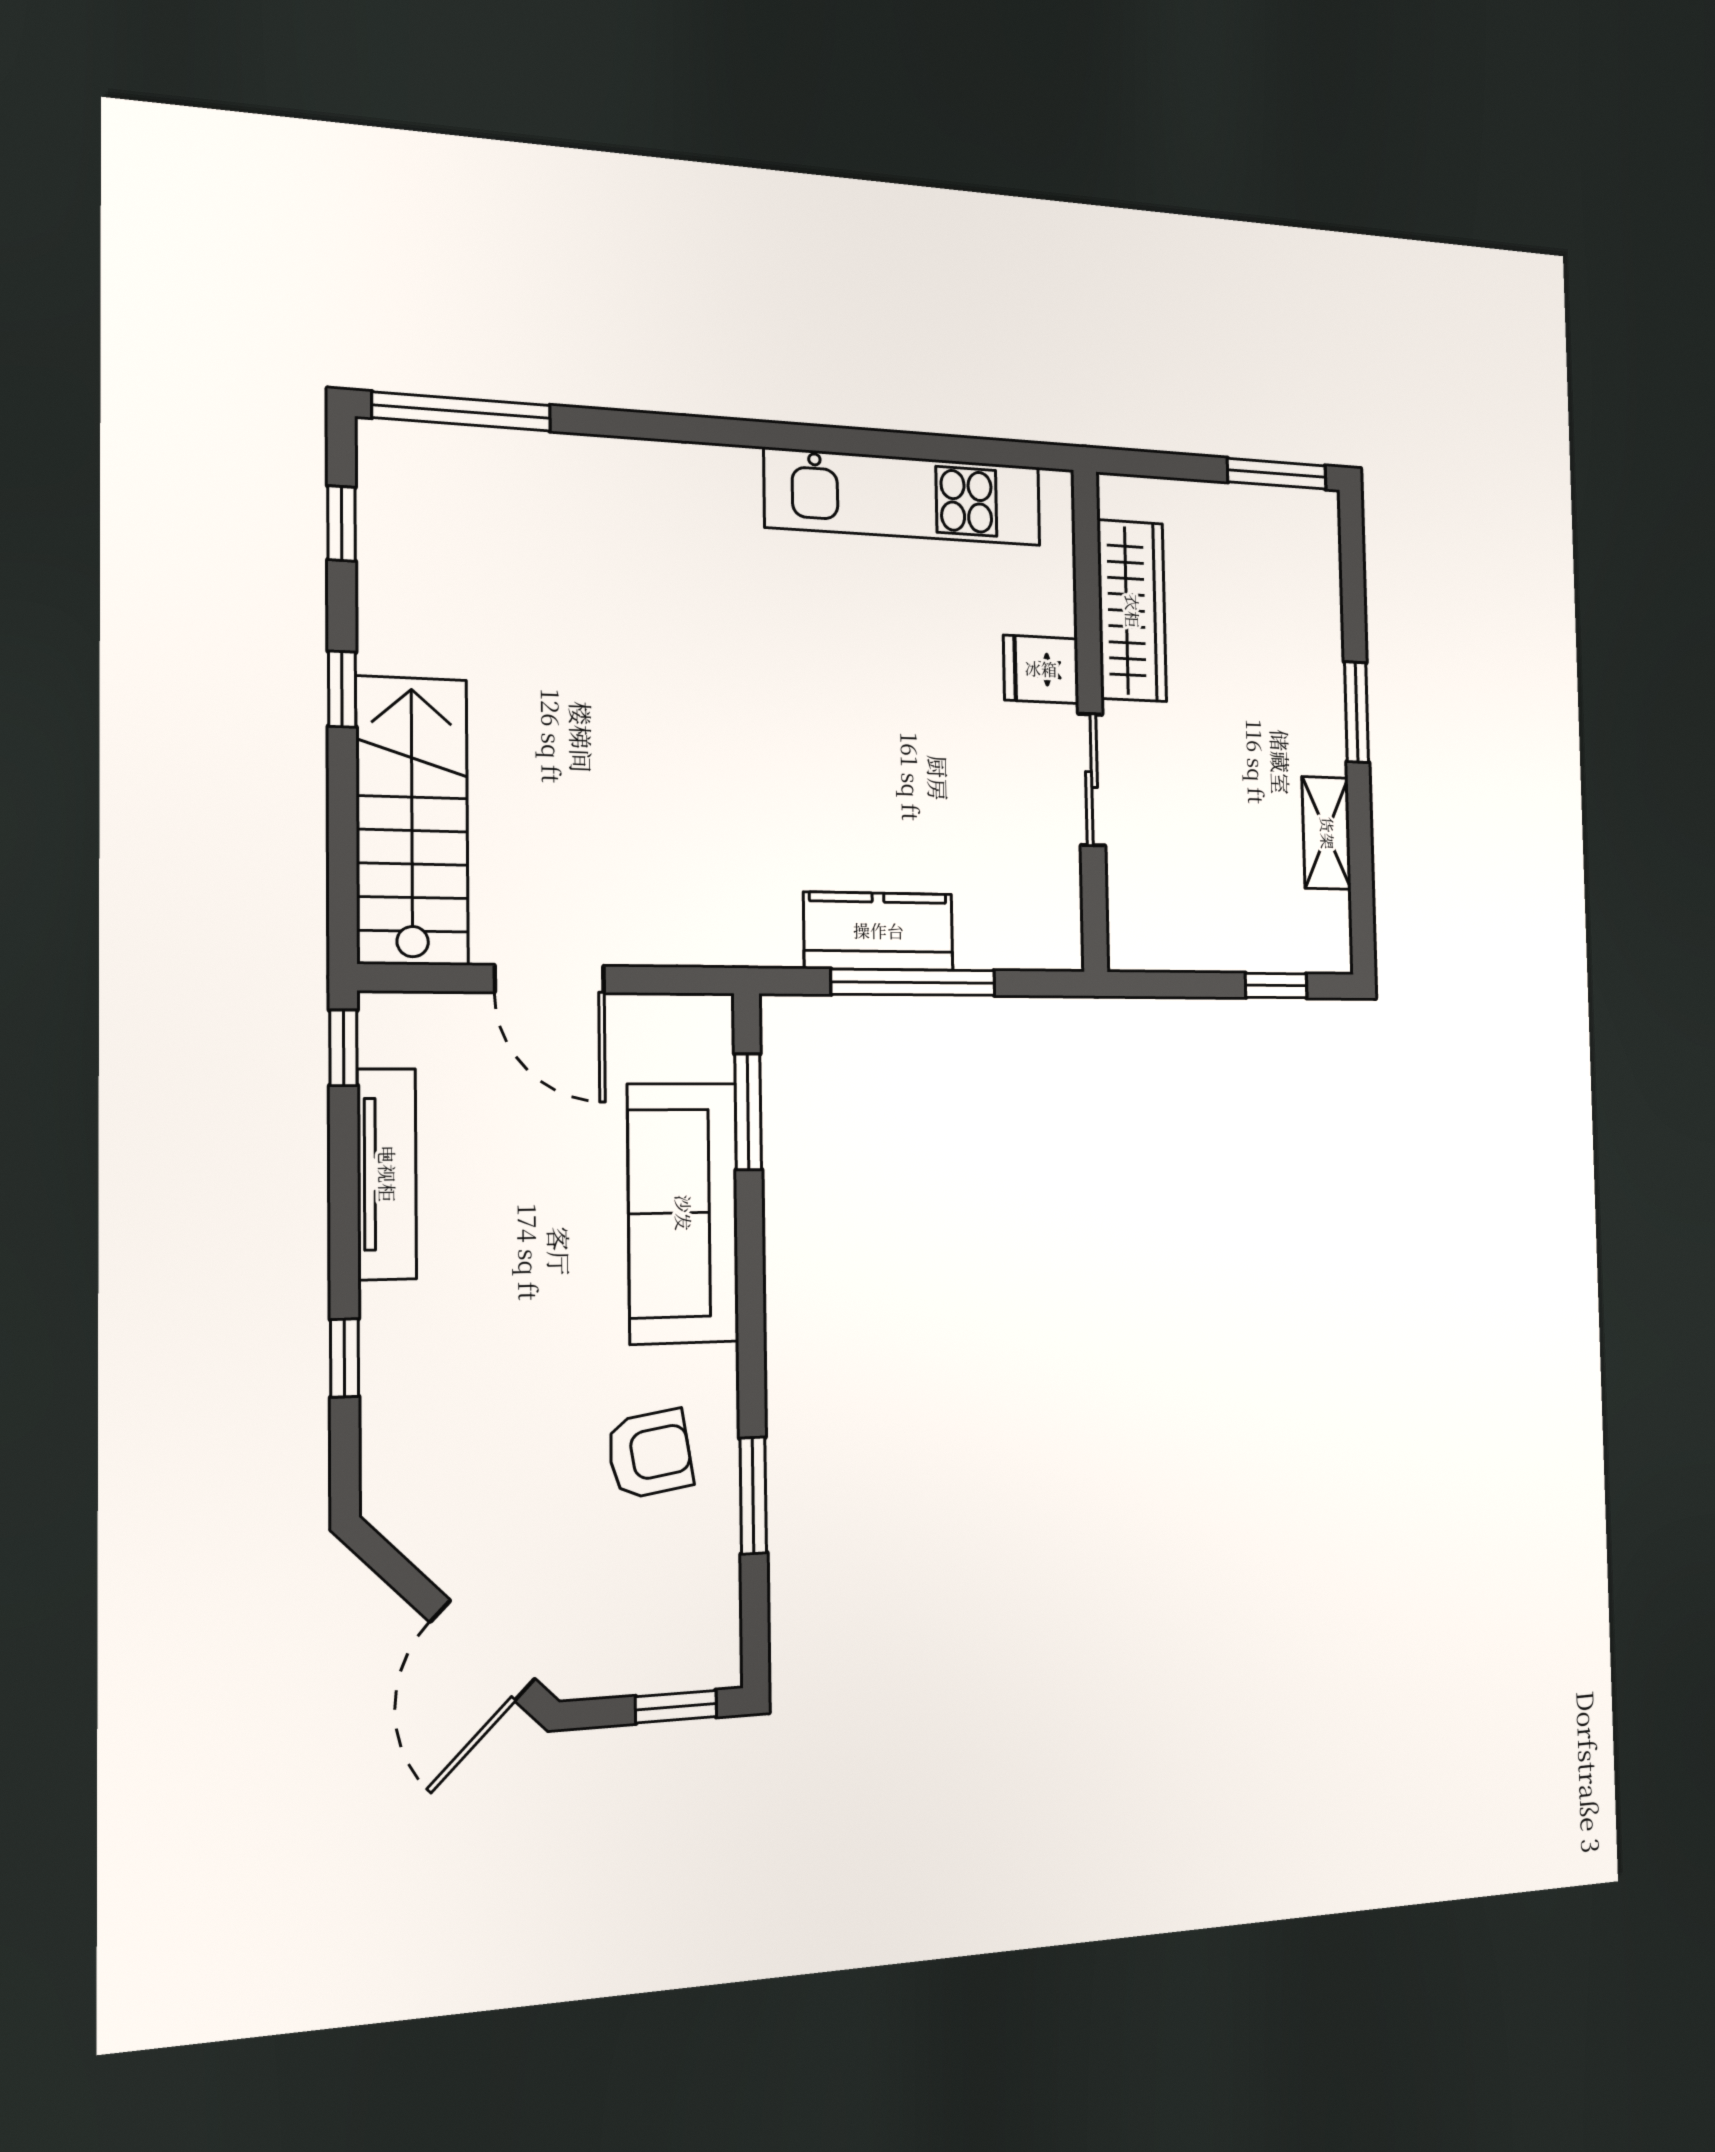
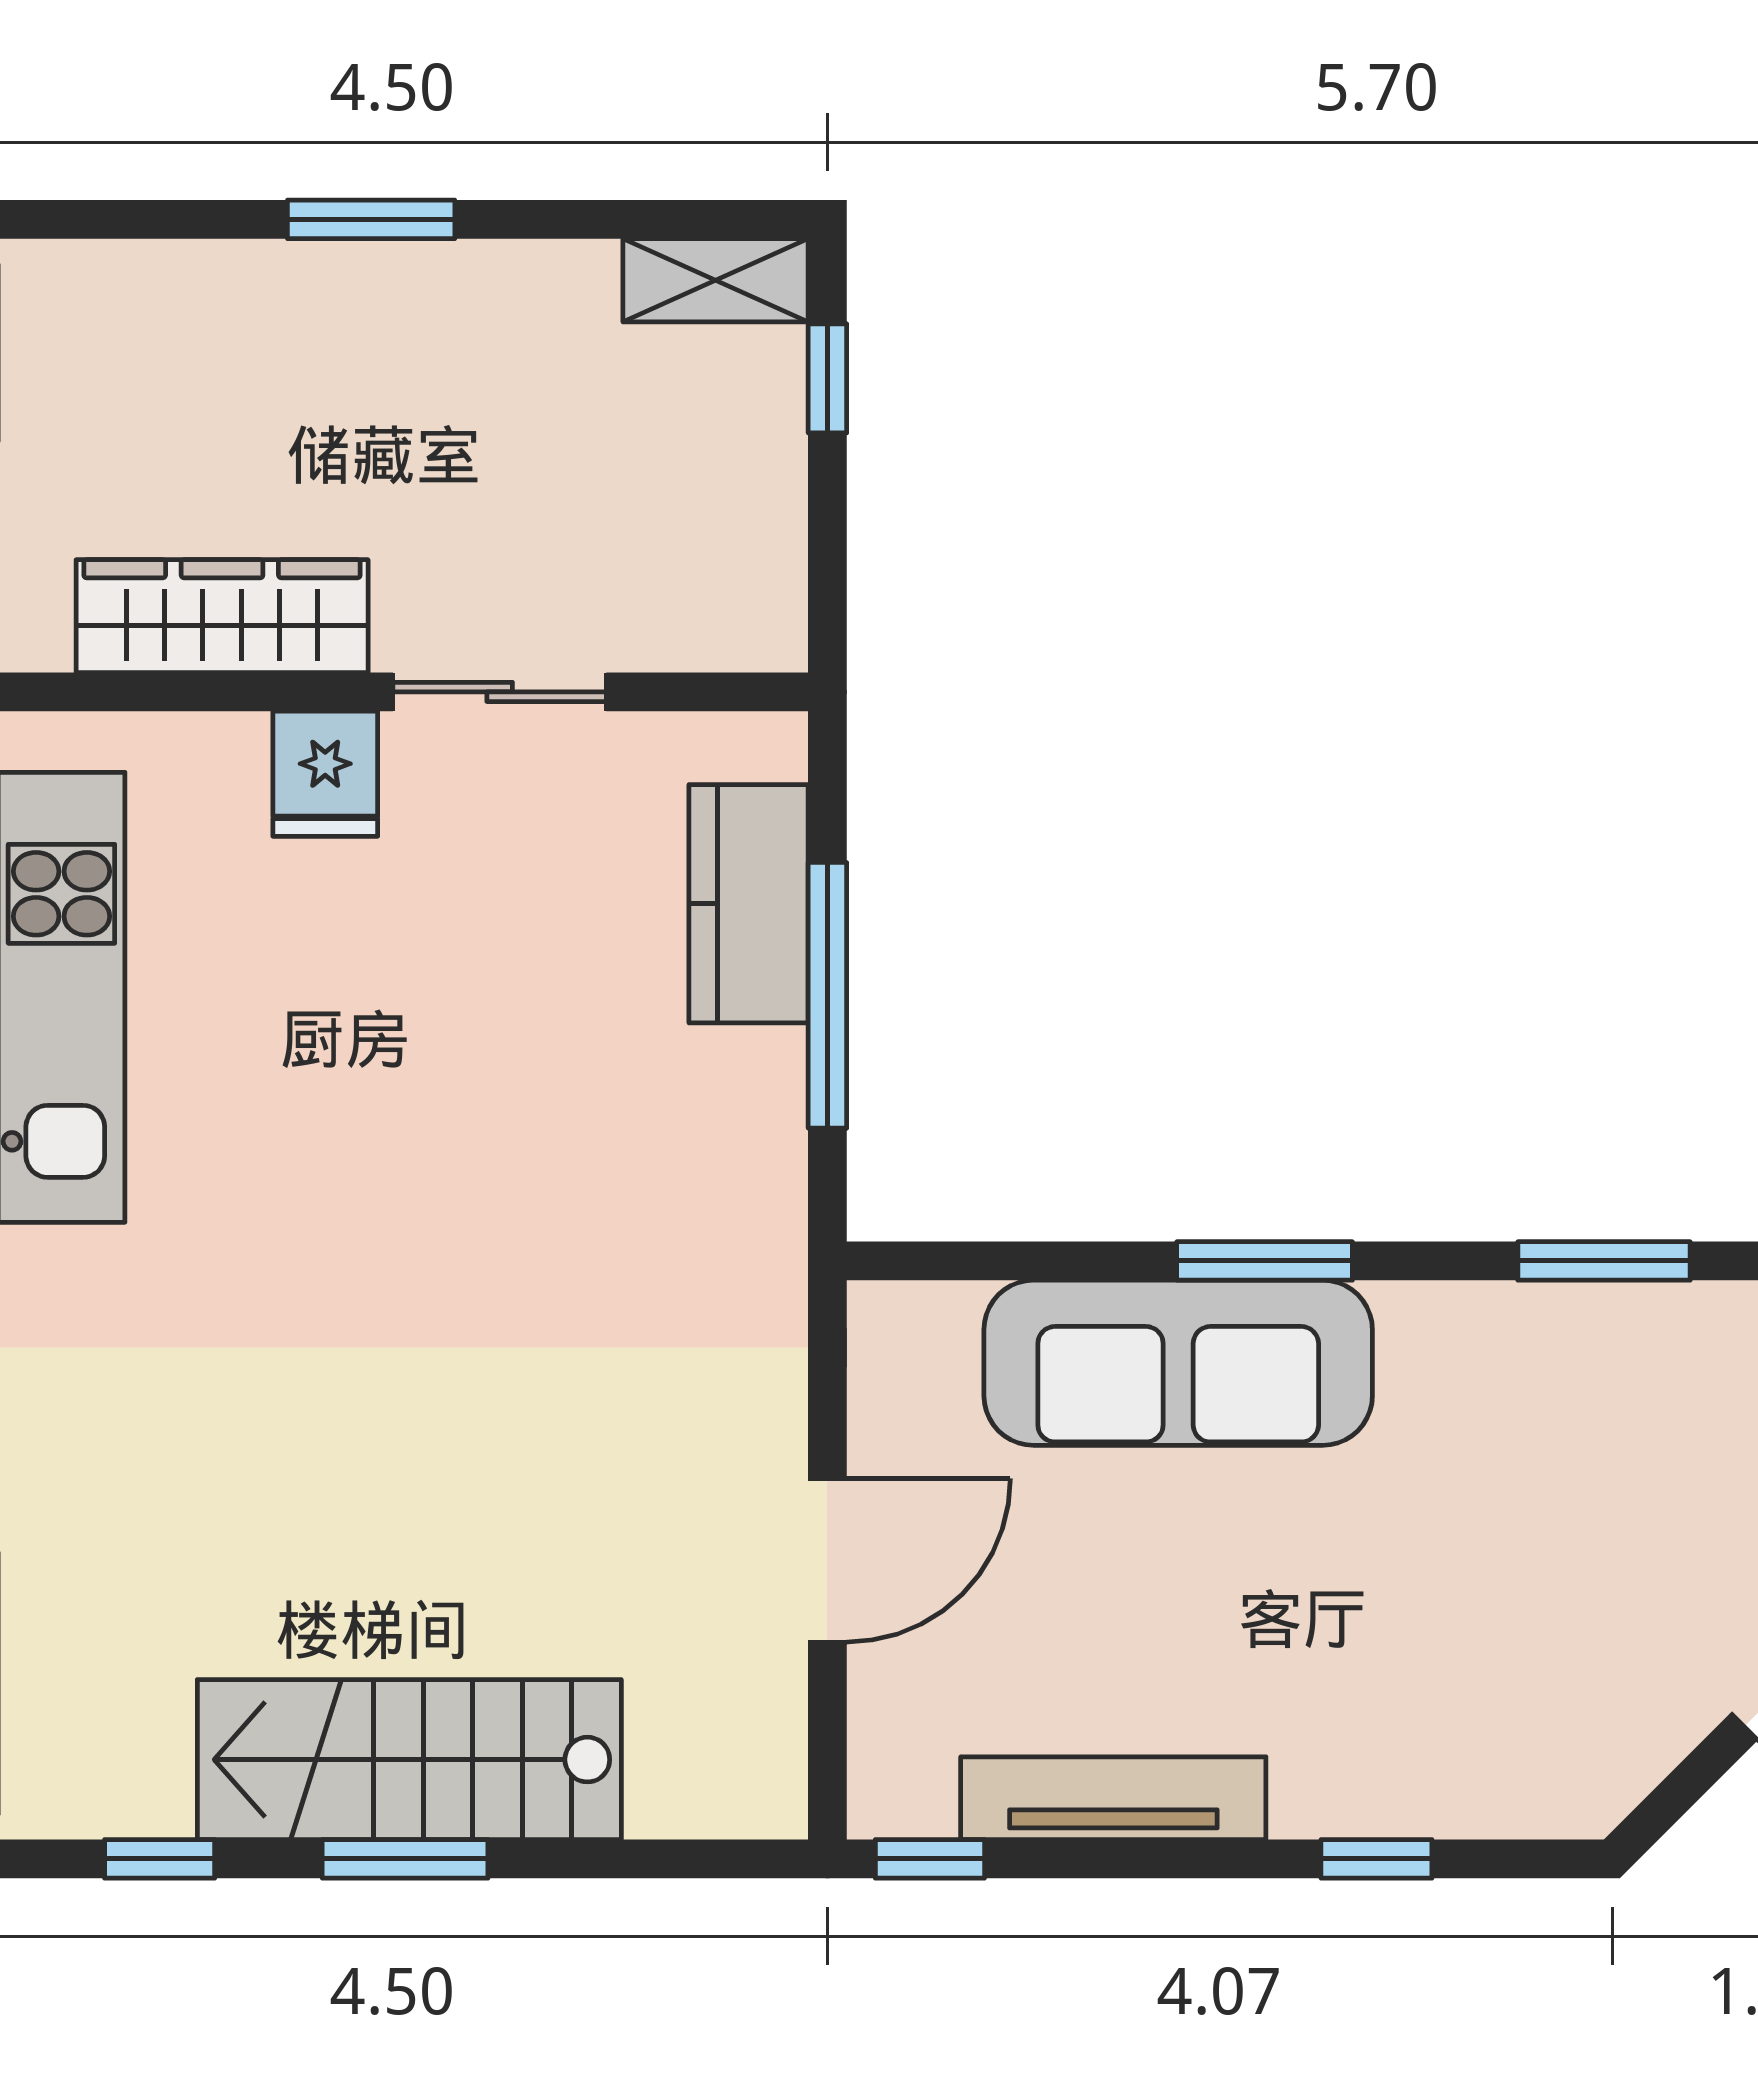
window: (342, 689) -> (405, 1859), width x1.50
stairs: (412, 821) -> (409, 1760), moved
shelving: (1327, 833) -> (716, 280), moved
kitchen counter: (879, 931) -> (749, 904), moved
window: (748, 1112) -> (1265, 1261), moved
armchair: (650, 1454) -> (1535, 1418), removed

